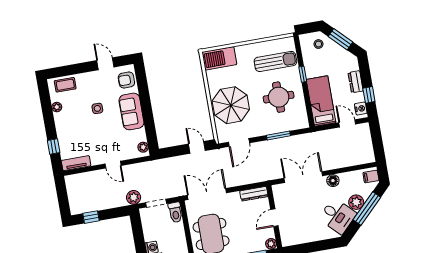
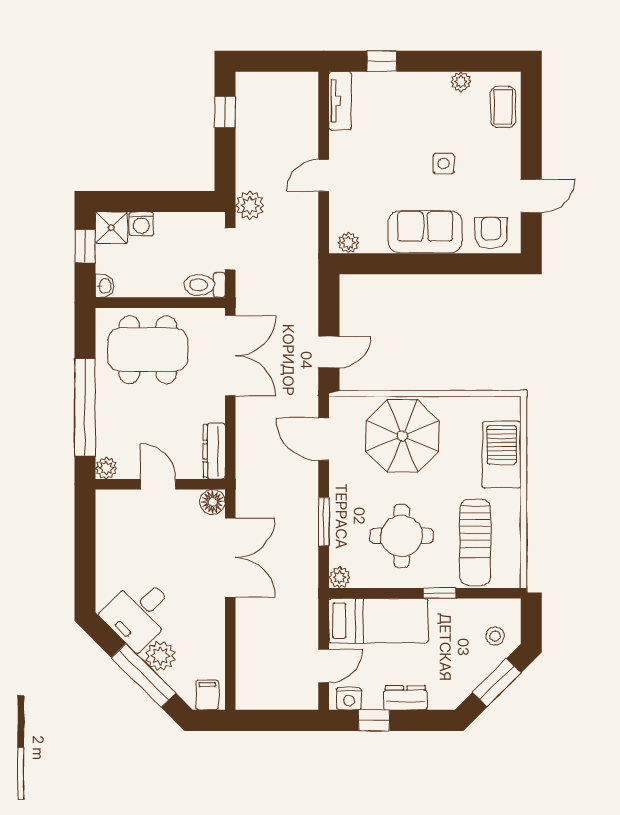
barbecue: (219, 58) -> (502, 455), moved
plant: (304, 123) -> (339, 577), added
floor lamp: (333, 181) -> (213, 502), moved

